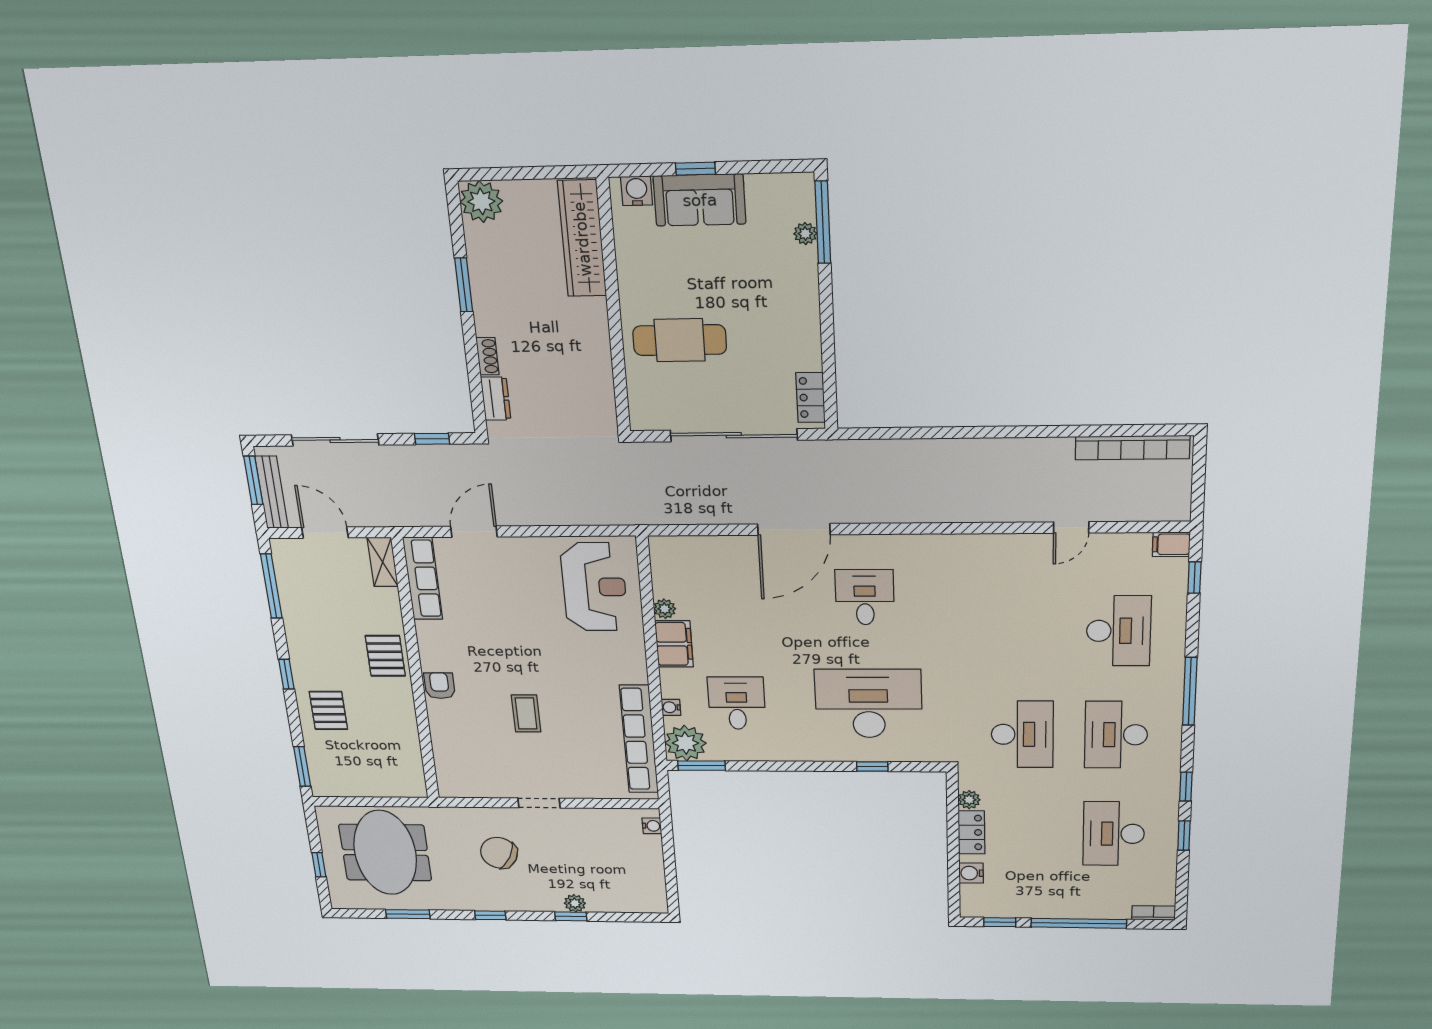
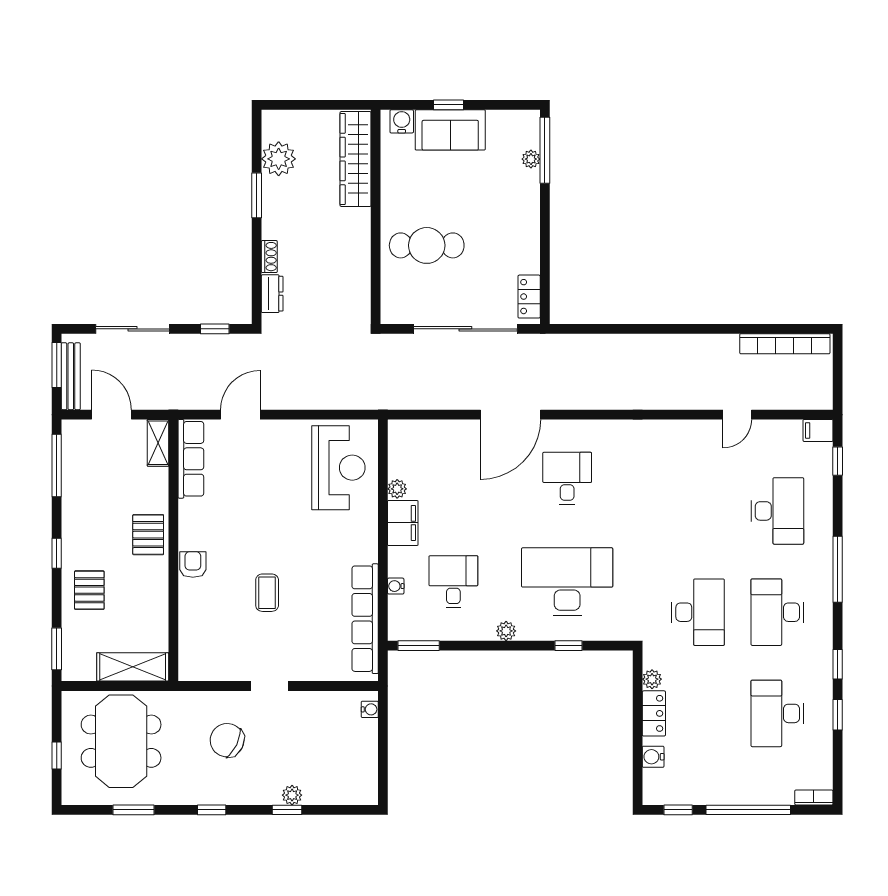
plant: (481, 201) -> (279, 159), moved
plant: (685, 743) -> (506, 631), moved, width x0.53, depth x0.53
shelving: (387, 784) -> (133, 667), added

